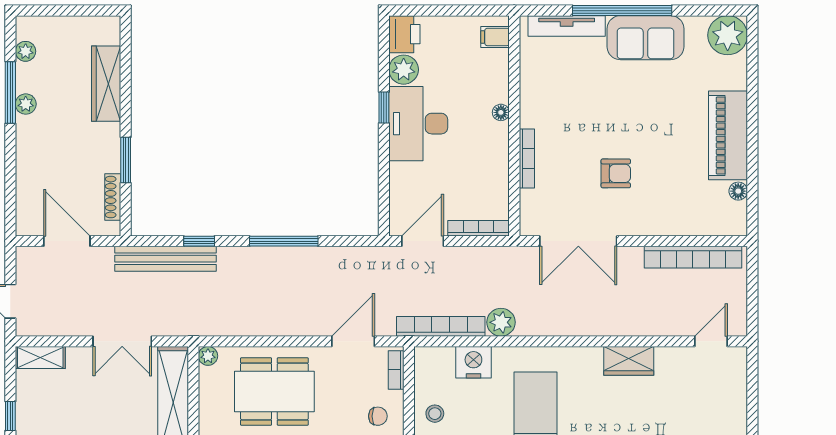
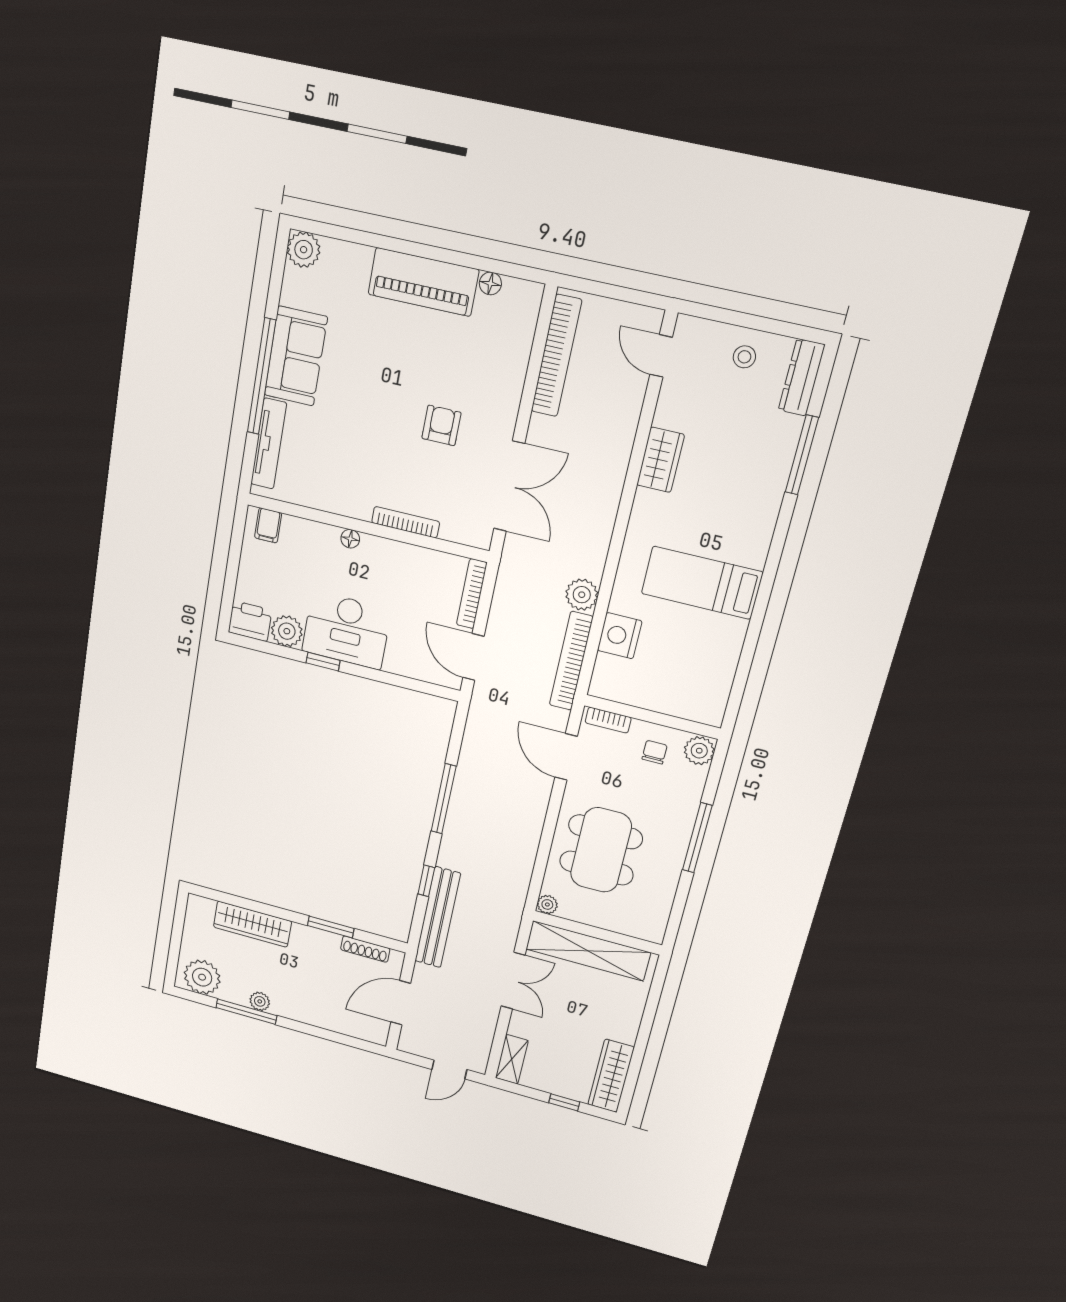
plant: (728, 35) -> (304, 250), width x0.73, depth x0.73
plant: (26, 51) -> (202, 977), width x1.88, depth x1.88
stool: (435, 414) -> (744, 357), moved

